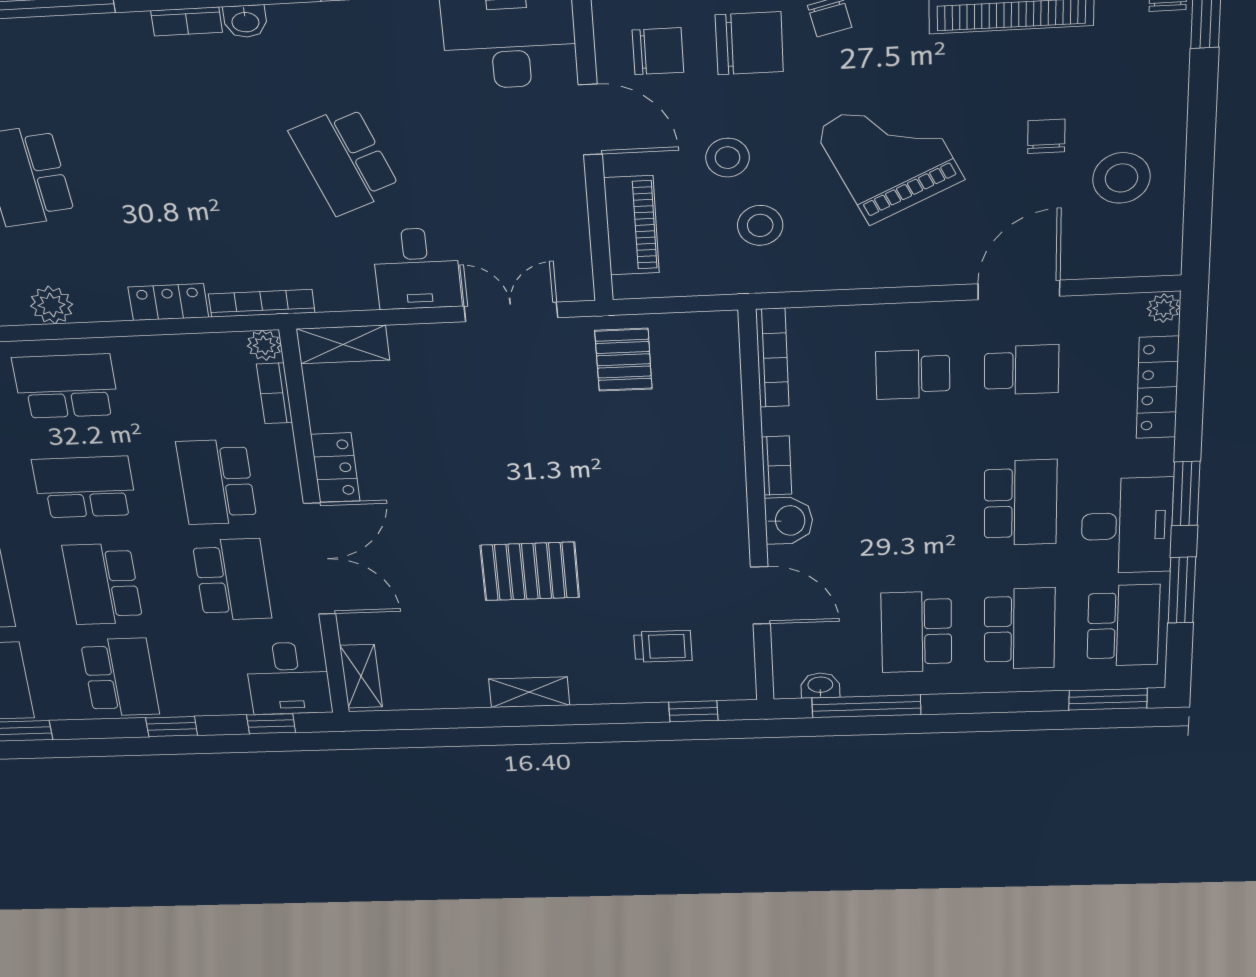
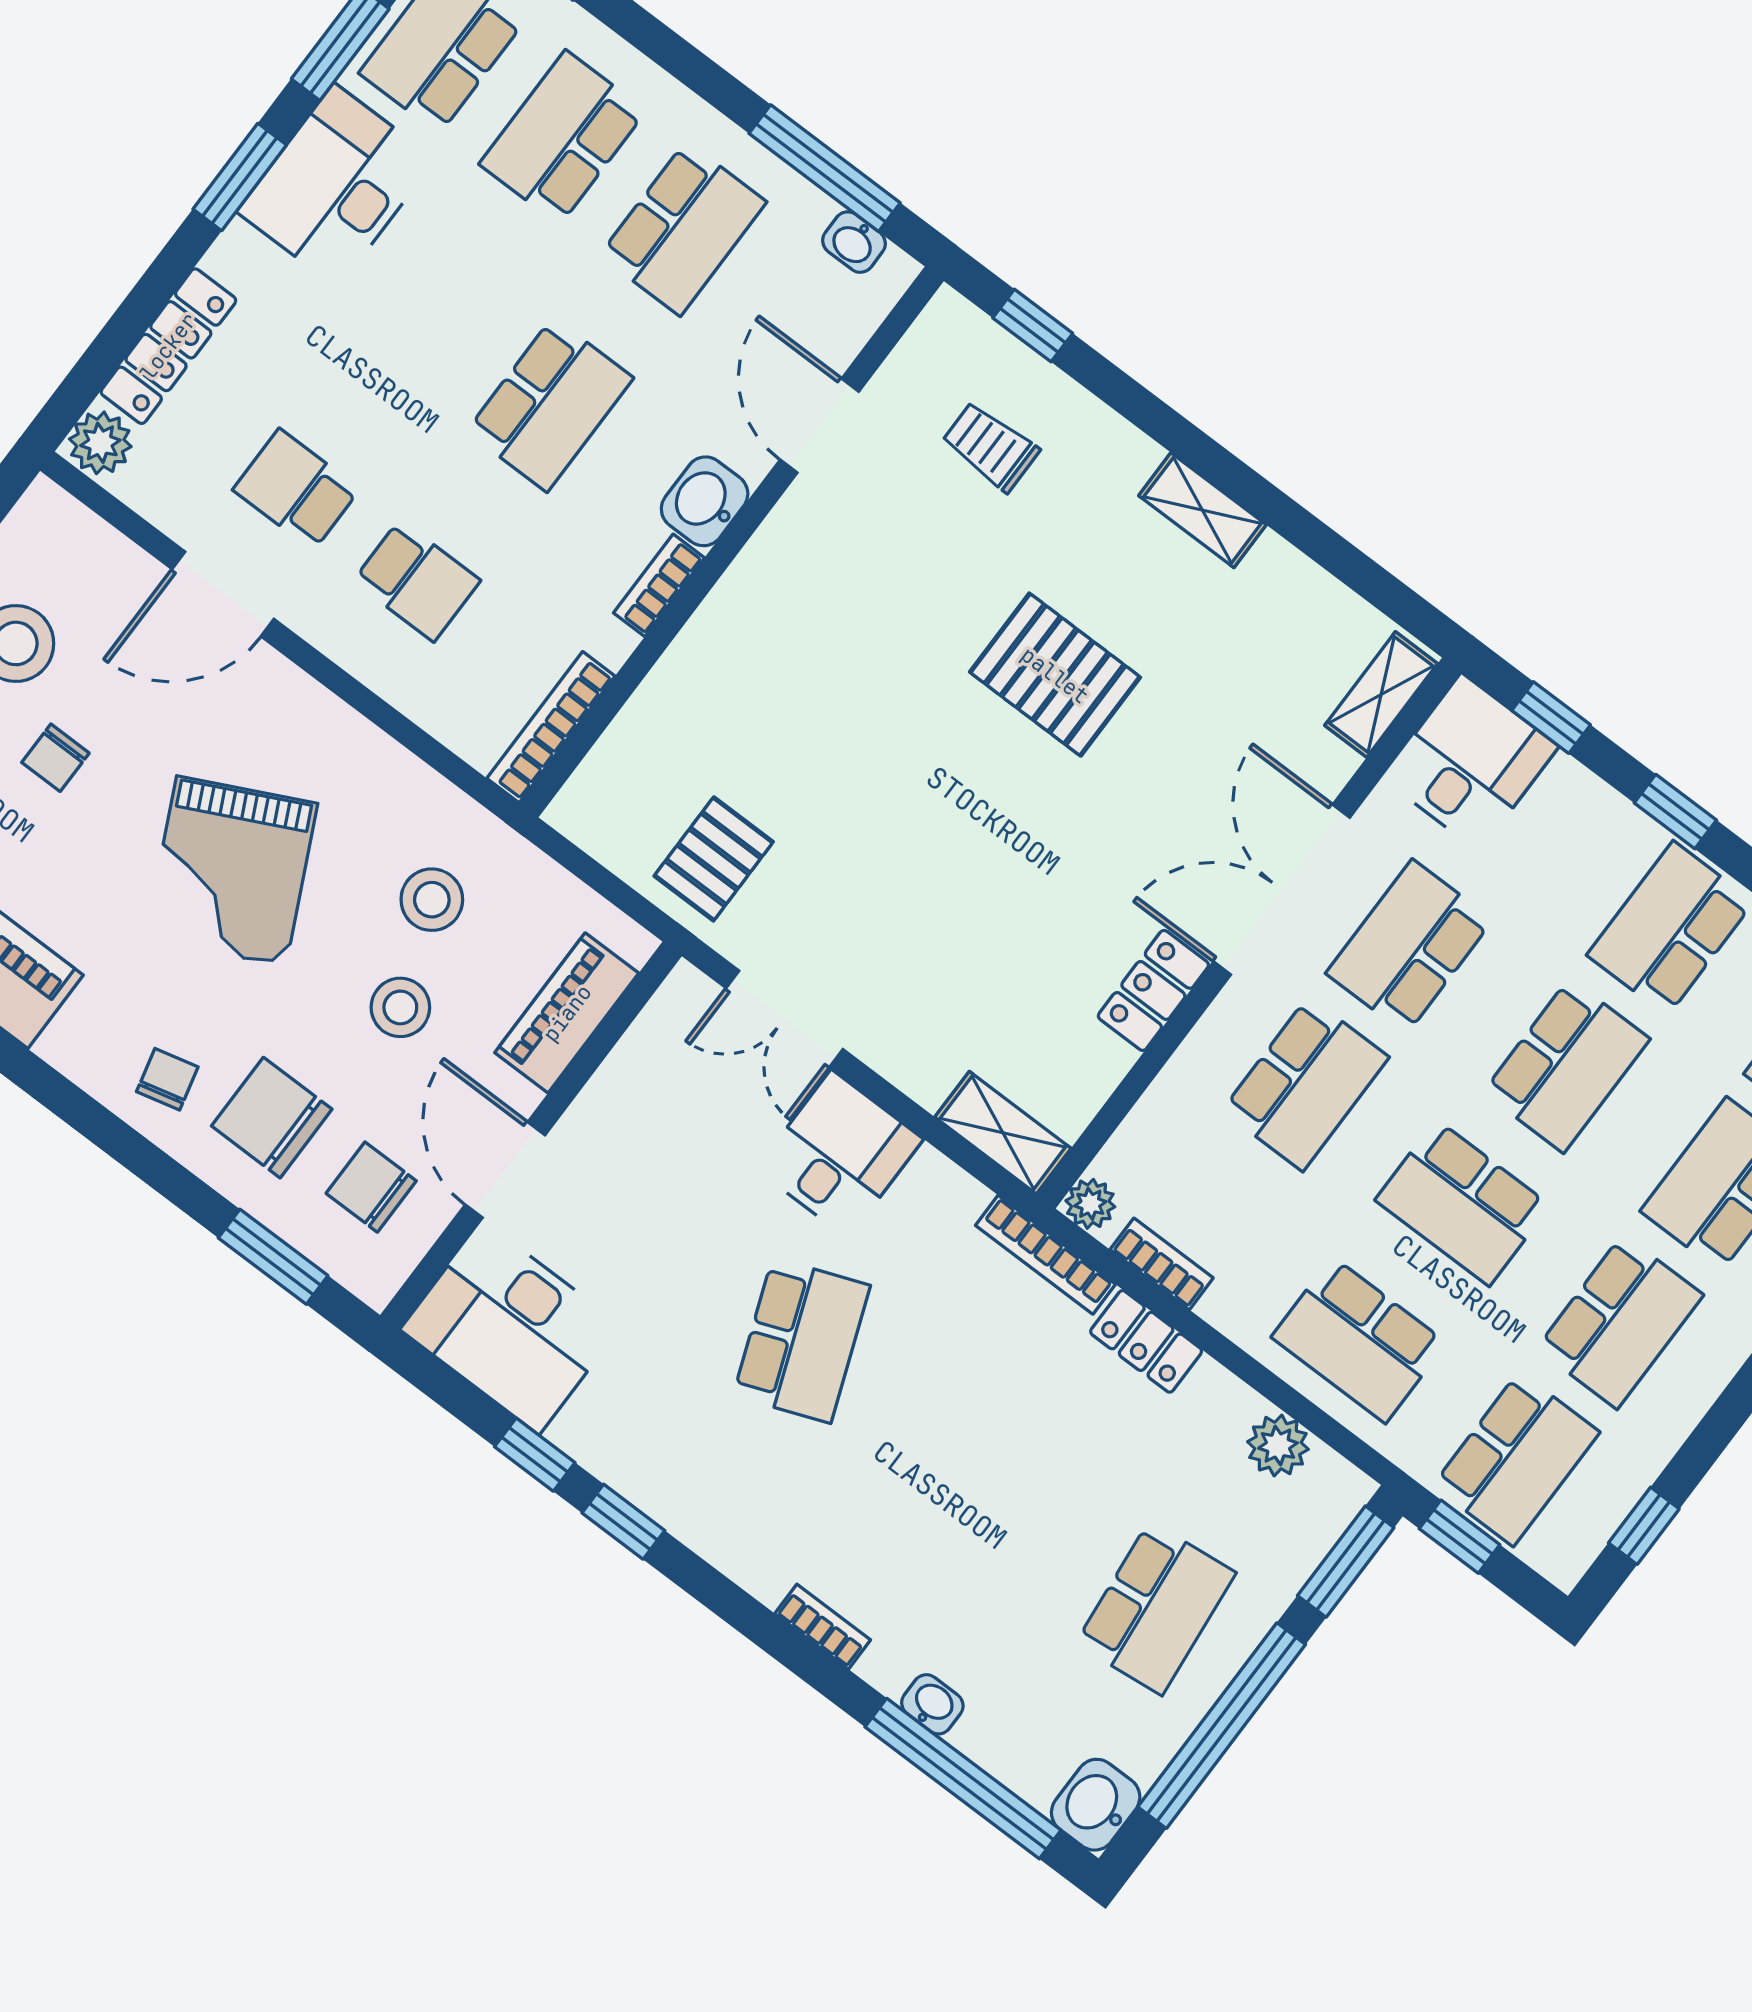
washbasin: (245, 21) -> (932, 1704), moved
plant: (1164, 308) -> (100, 443), width x1.38, depth x1.38
bookcase: (275, 393) -> (1162, 1264), moved, turned -90
school desk: (1020, 503) -> (550, 405), moved, turned 180

